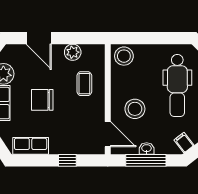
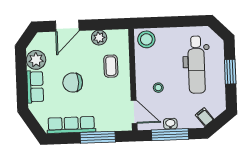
door: (39, 38) -> (67, 26), hinge flipped
stool: (135, 109) -> (158, 88), width x0.53, depth x0.53
row of seats: (31, 146) -> (71, 125), width x1.48
window: (67, 160) -> (98, 137), width x2.17

